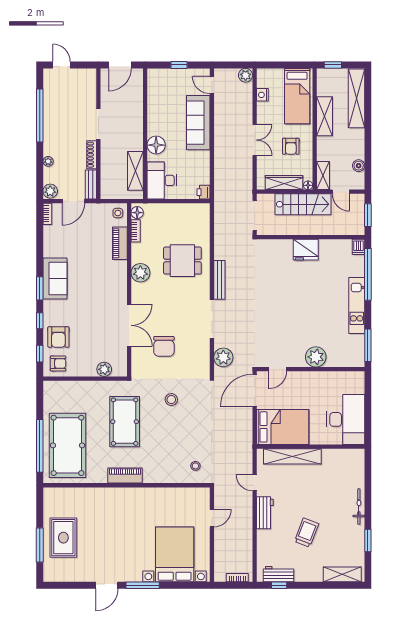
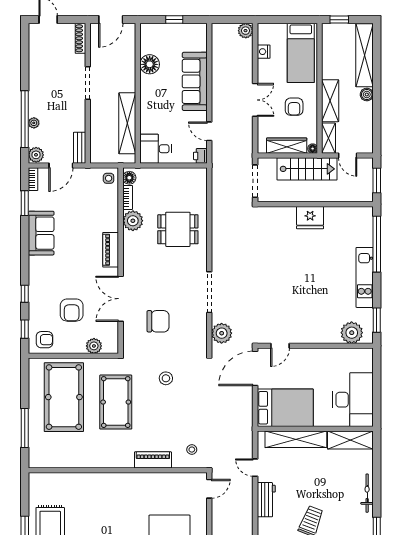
door: (212, 85) -> (209, 131), moved
window: (40, 116) -> (25, 119), moved
shelving: (324, 116) -> (330, 101), moved
floor lamp: (156, 145) -> (150, 64), moved
shoe rack: (92, 155) -> (80, 38), moved
boiler: (359, 166) -> (367, 95), moved
shelving: (135, 171) -> (127, 123), width x1.47
desk: (162, 180) -> (156, 149), width x0.73
piano: (120, 243) -> (111, 250), moved
dishwasher: (359, 247) -> (367, 215), removed
plant: (140, 273) -> (133, 221), moved
sofa: (55, 279) -> (41, 233), moved
bench: (219, 280) -> (217, 250), removed
window: (40, 288) -> (25, 203), moved
double door: (129, 325) -> (121, 299), swing flipped
armchair: (58, 337) -> (72, 310), moved
window: (368, 345) -> (377, 320), width x0.69
chair: (164, 346) -> (158, 321), turned -90
plant: (316, 357) -> (352, 333), moved
pool table: (67, 445) -> (64, 397), moved
window: (40, 446) -> (25, 428), width x0.68
shelving: (343, 457) -> (350, 440), added
piano: (125, 476) -> (153, 460), moved
door: (212, 518) -> (209, 489), moved

